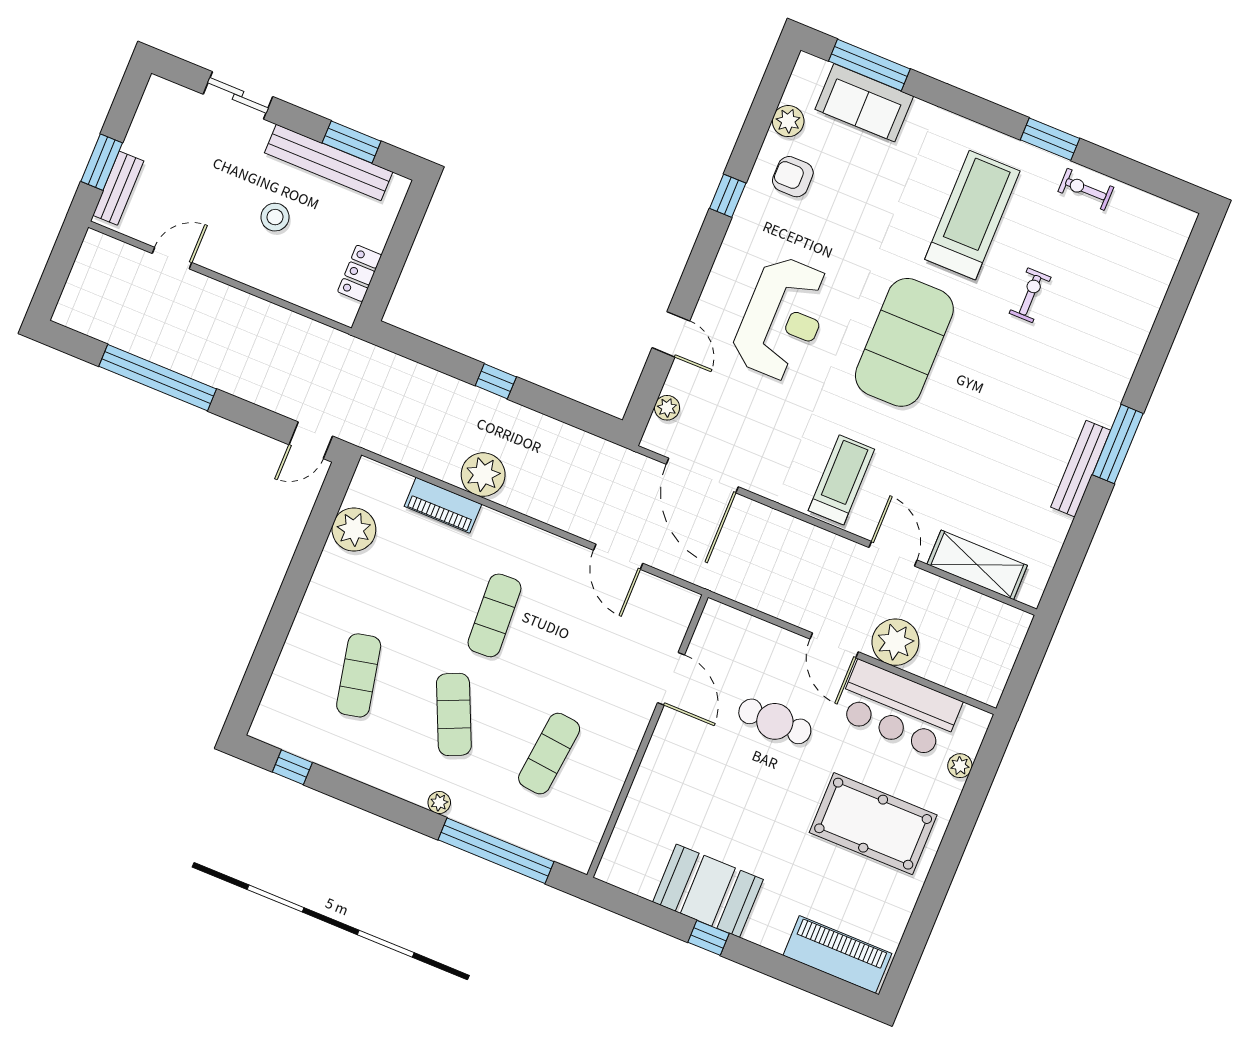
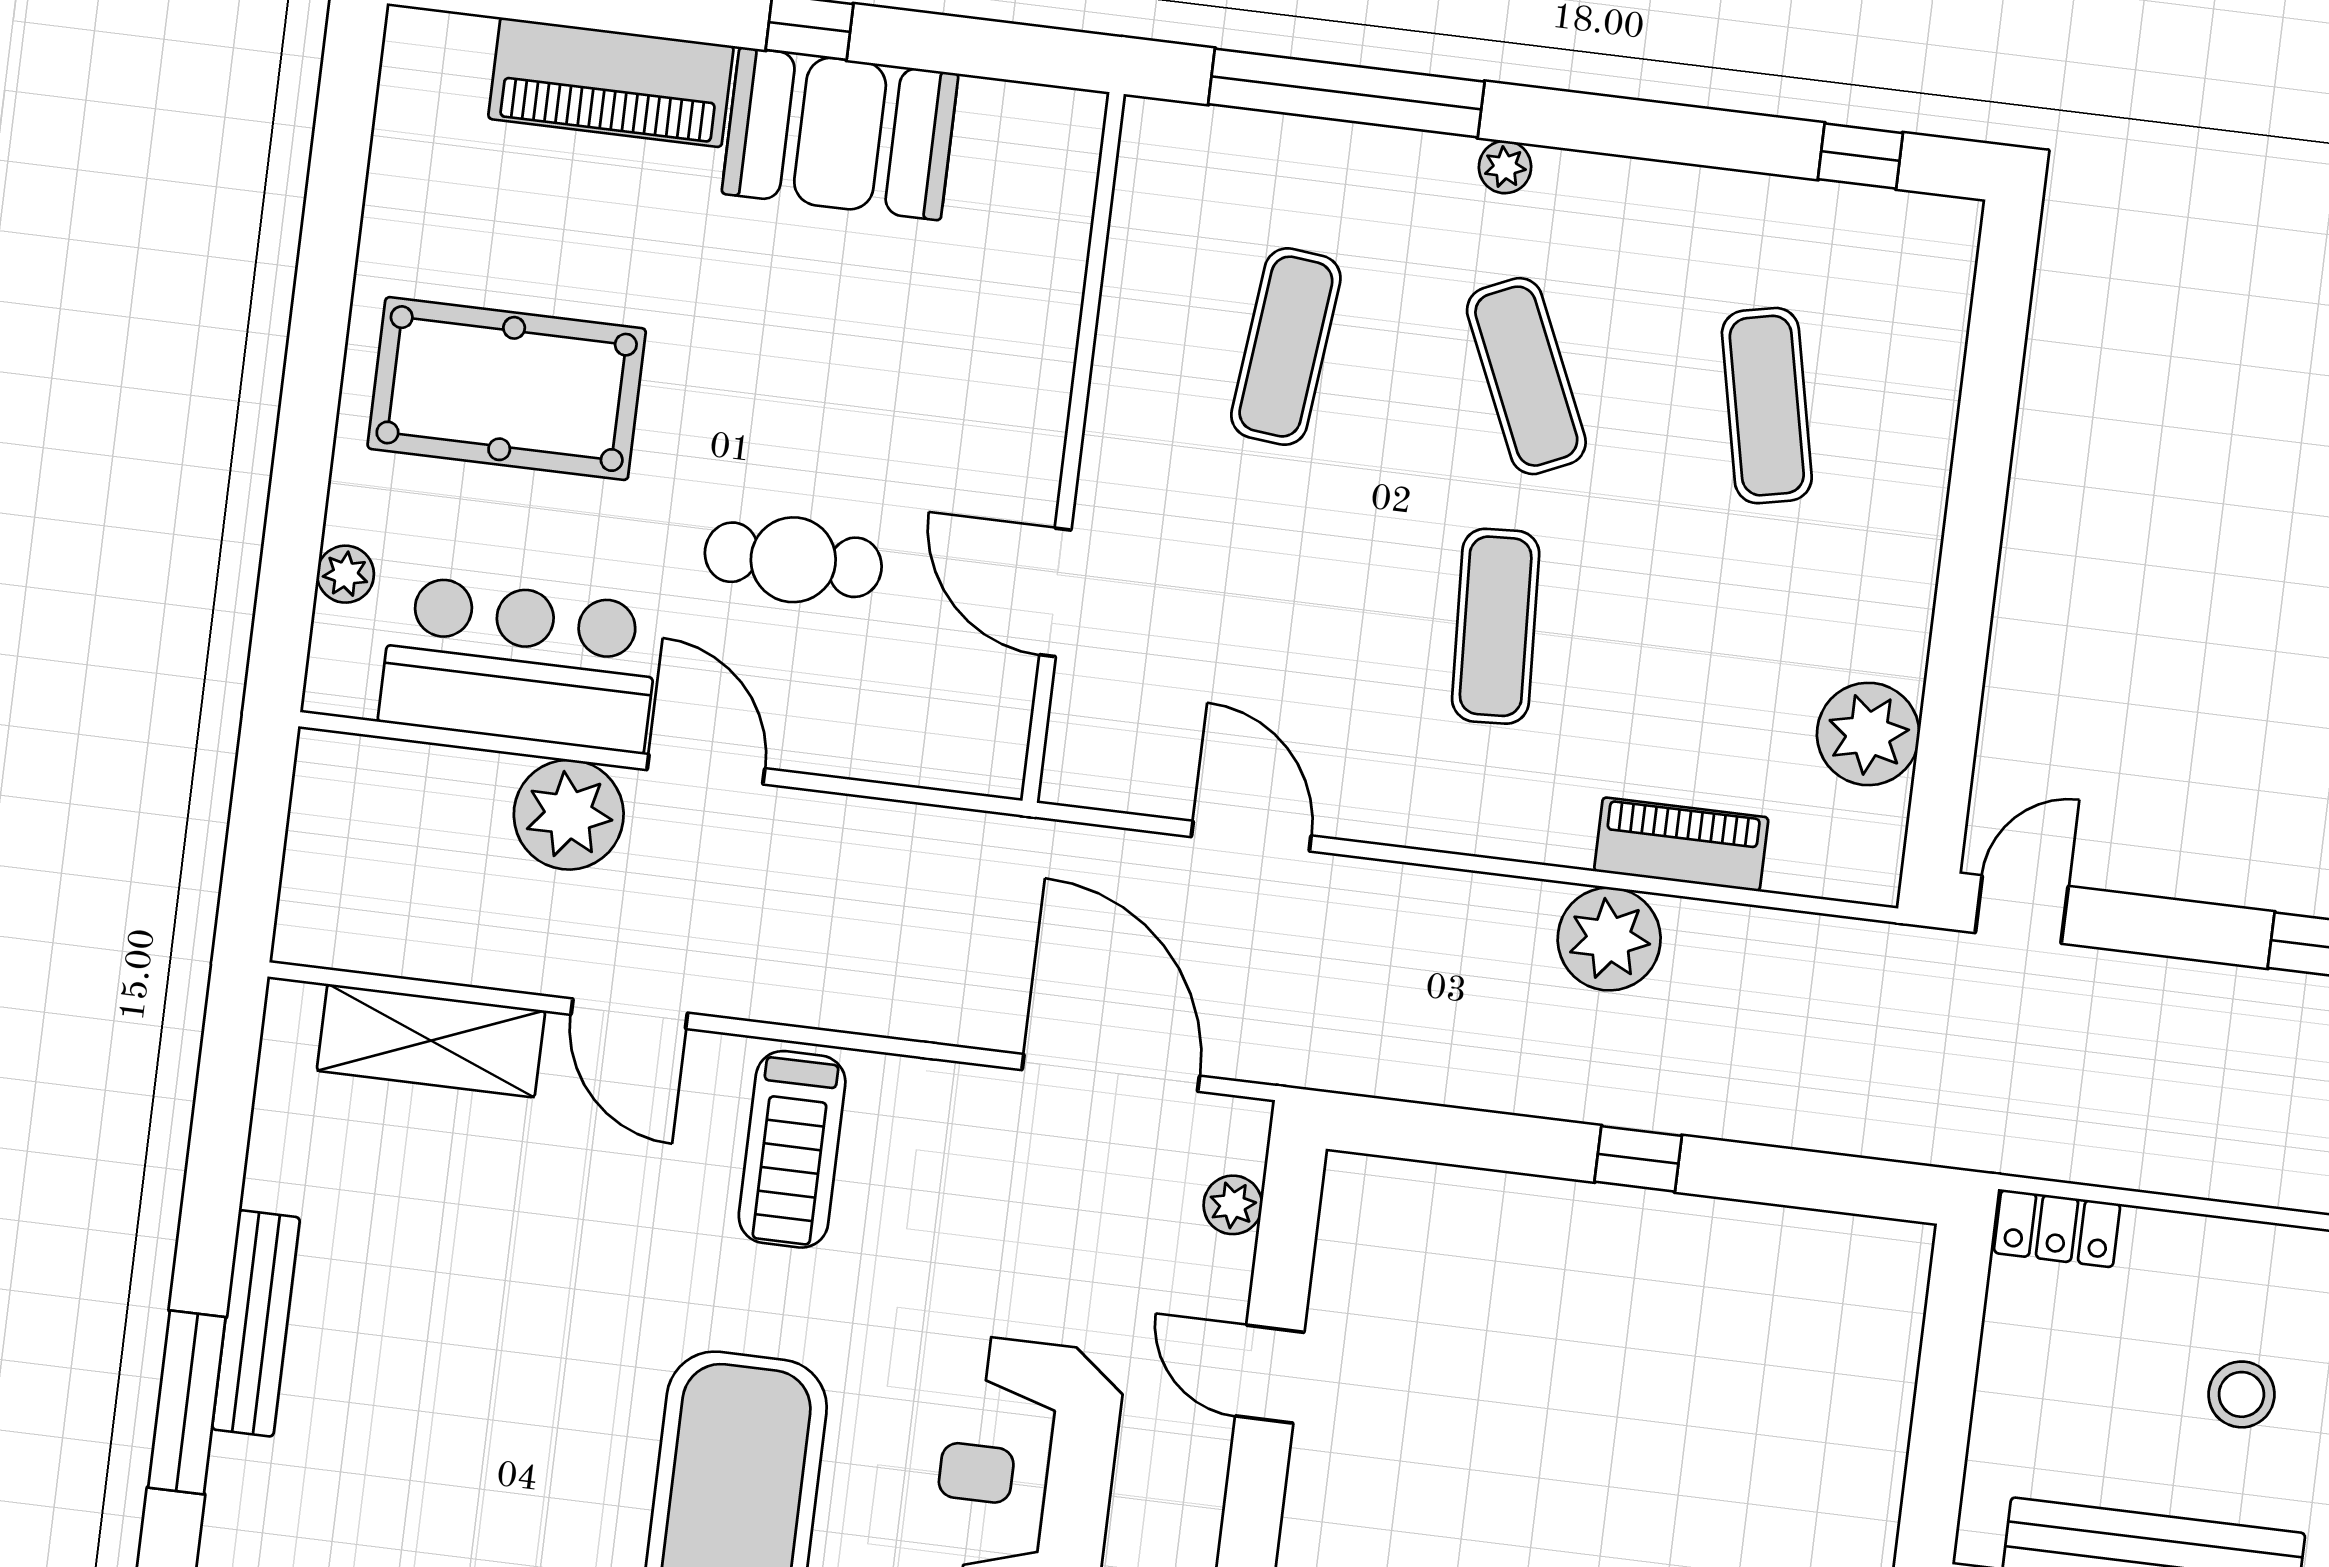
locker: (360, 273) -> (2057, 1228), moved, turned 90
piano: (837, 954) -> (611, 82), moved

